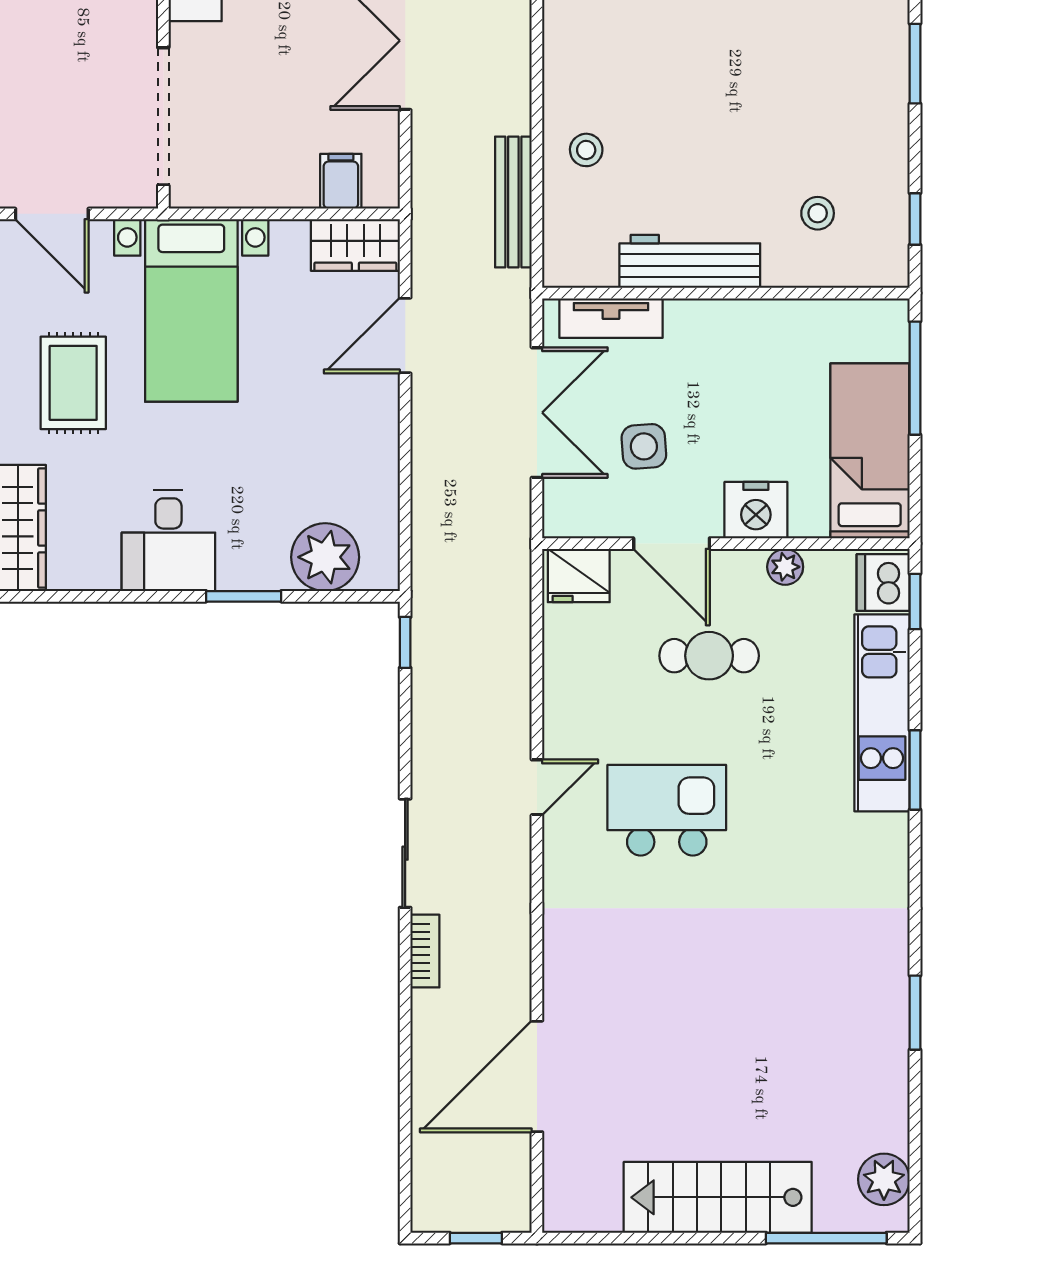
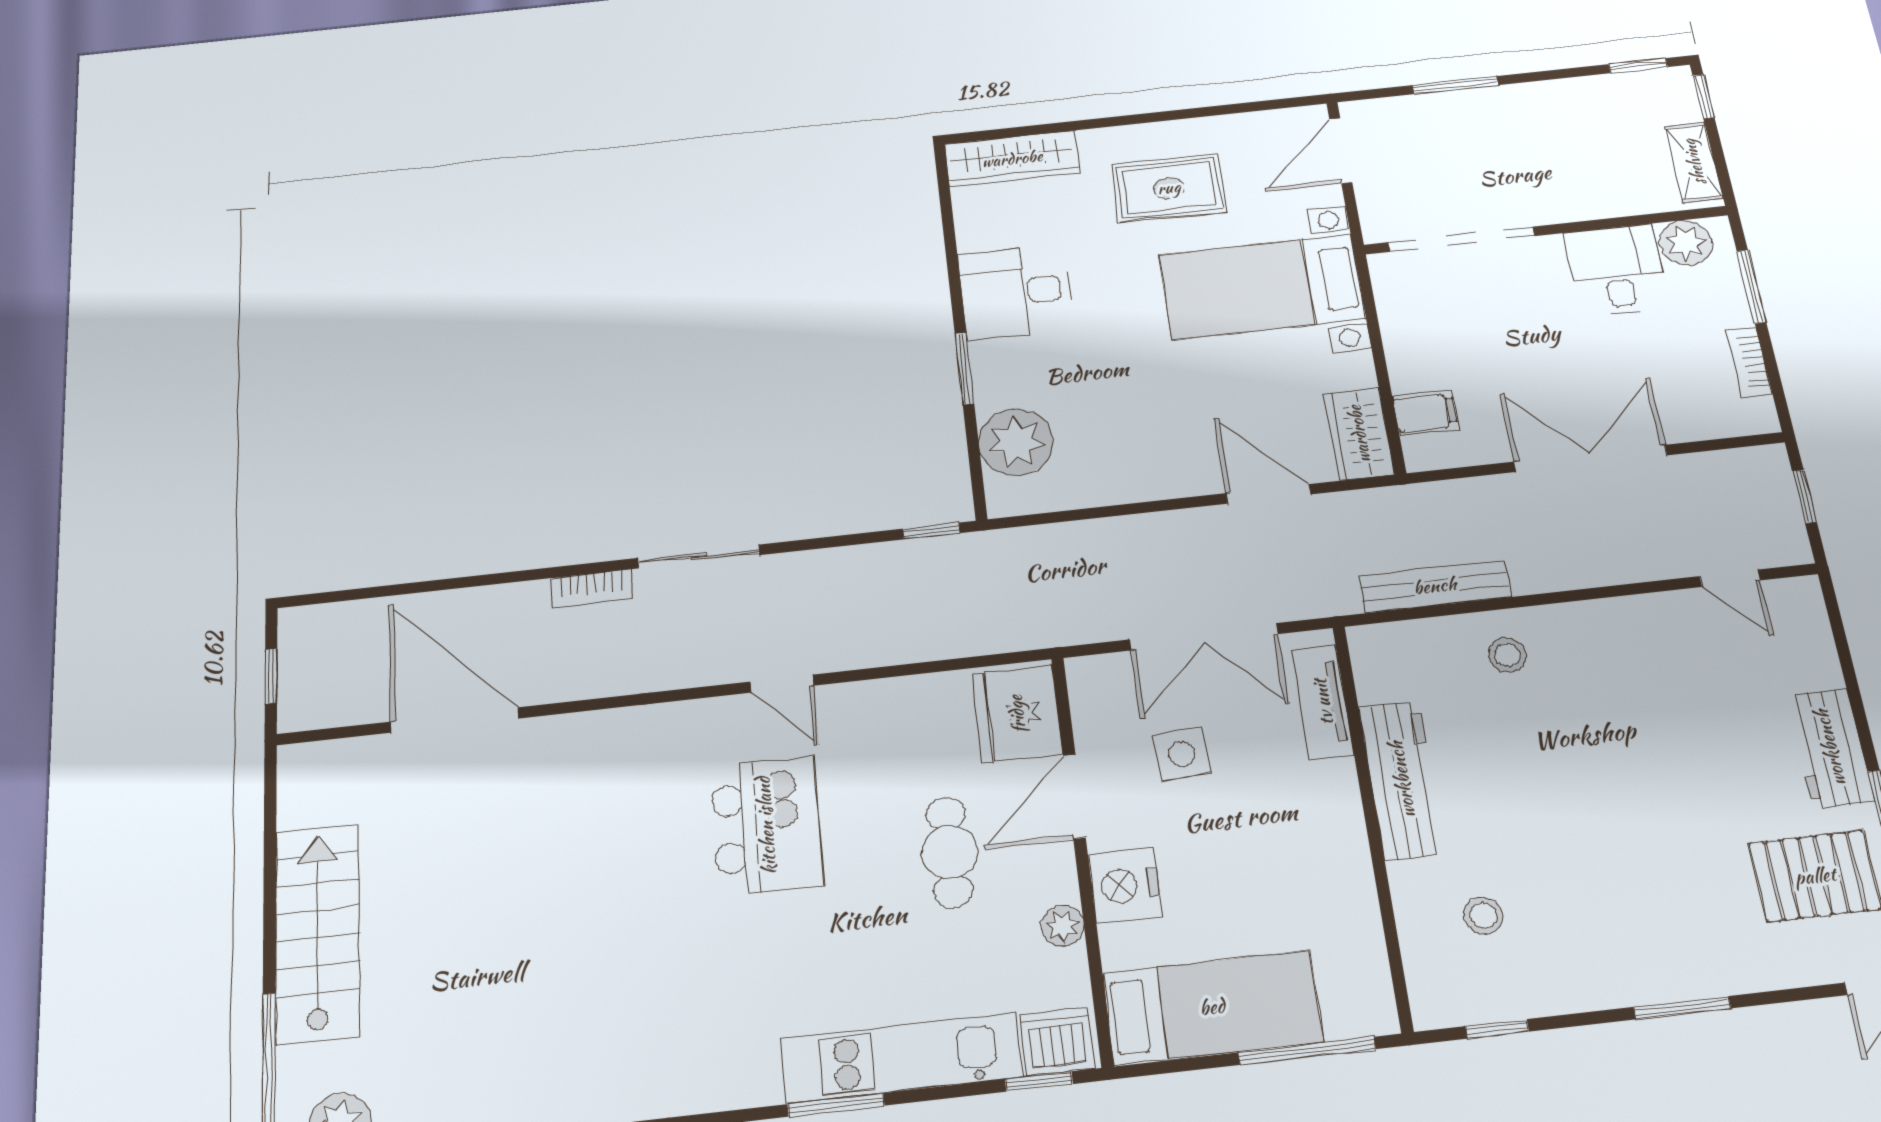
fridge: (579, 576) -> (1017, 714), width x1.36, depth x1.34

